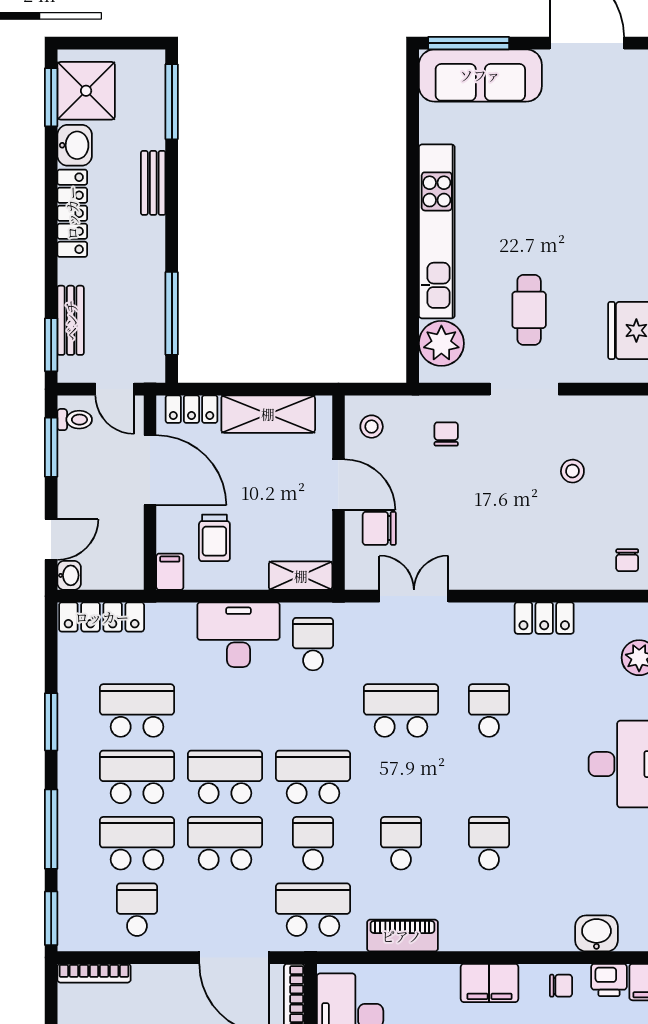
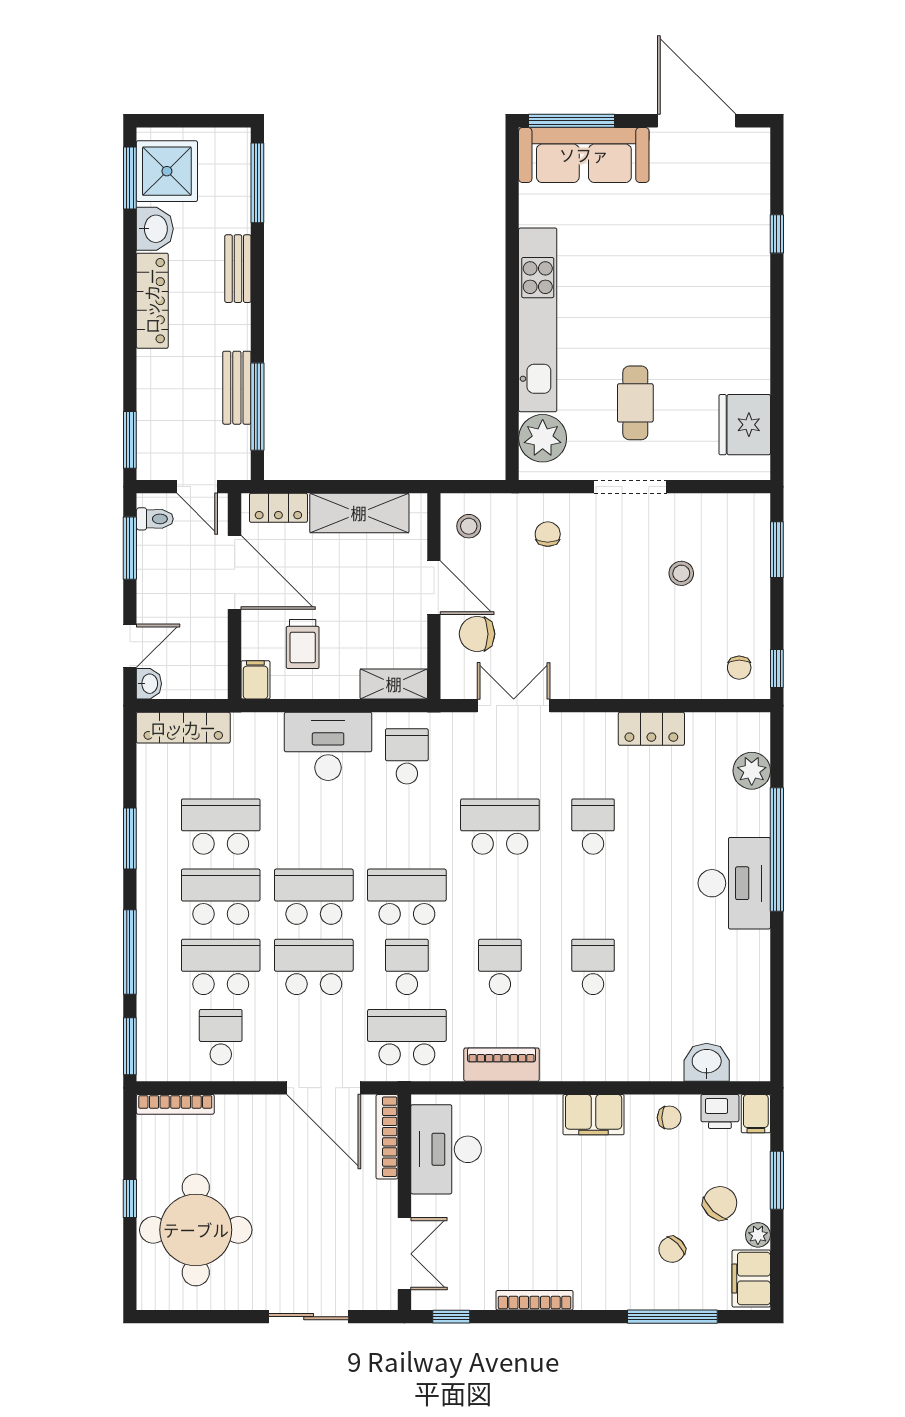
bench: (71, 320) -> (237, 388), moved

